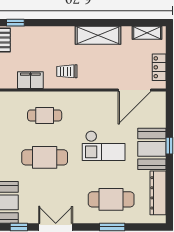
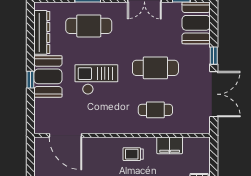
locker: (159, 67) -> (41, 158), removed
trolley: (67, 71) -> (133, 154), turned 180
door: (134, 90) -> (65, 135), swing flipped

